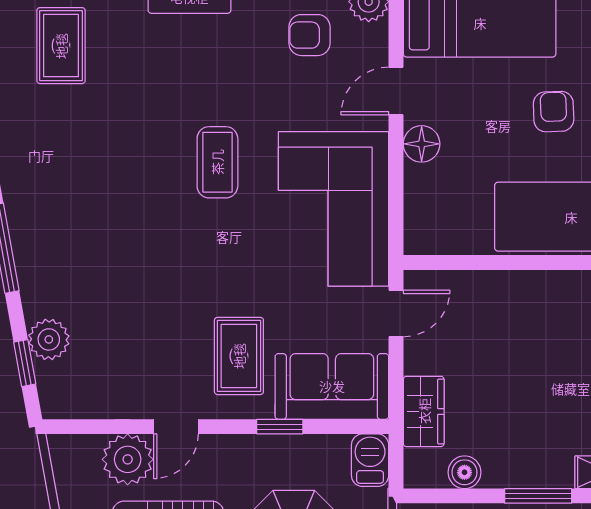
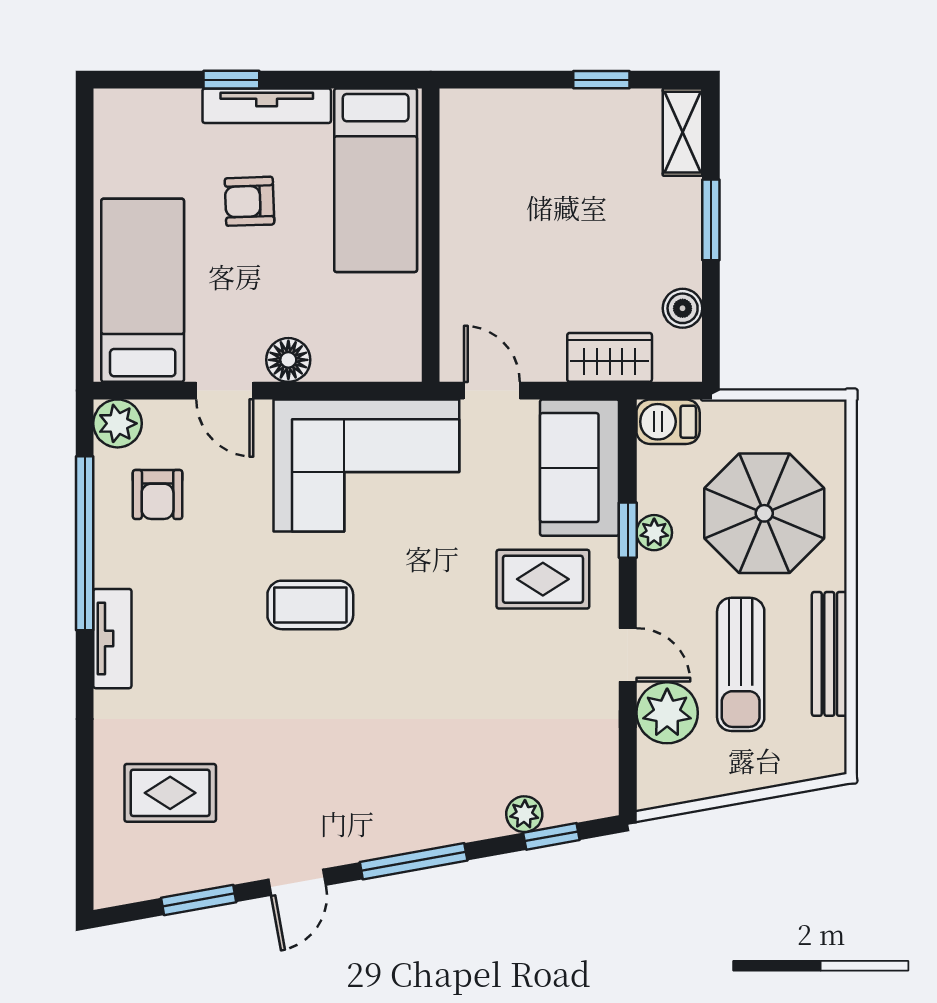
plant: (49, 339) -> (524, 814), width x0.73, depth x0.73
plant: (278, 449) -> (654, 533), added

